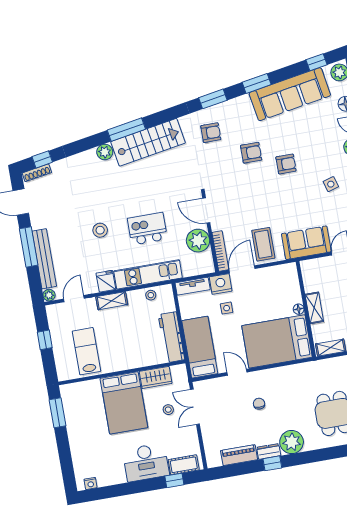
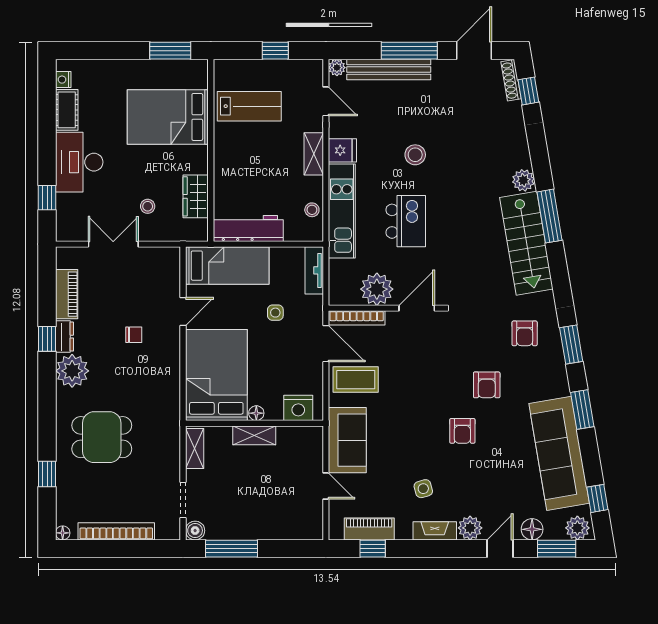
nightstand: (221, 284) -> (298, 408), moved, turned 90
bed: (124, 403) -> (168, 117), moved
double door: (195, 407) -> (113, 244), moved
cot: (184, 465) -> (67, 110), moved

